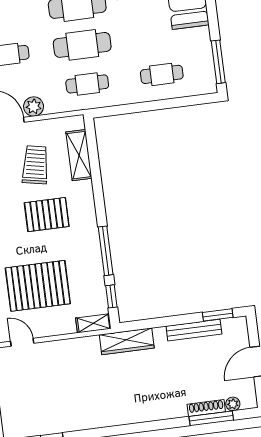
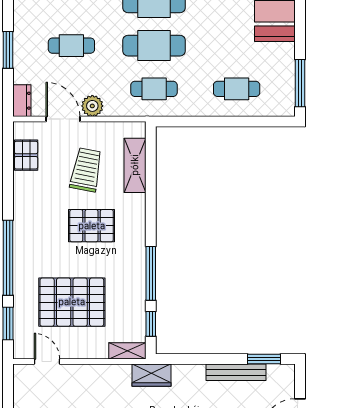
wardrobe: (127, 341) -> (151, 375), width x0.67

